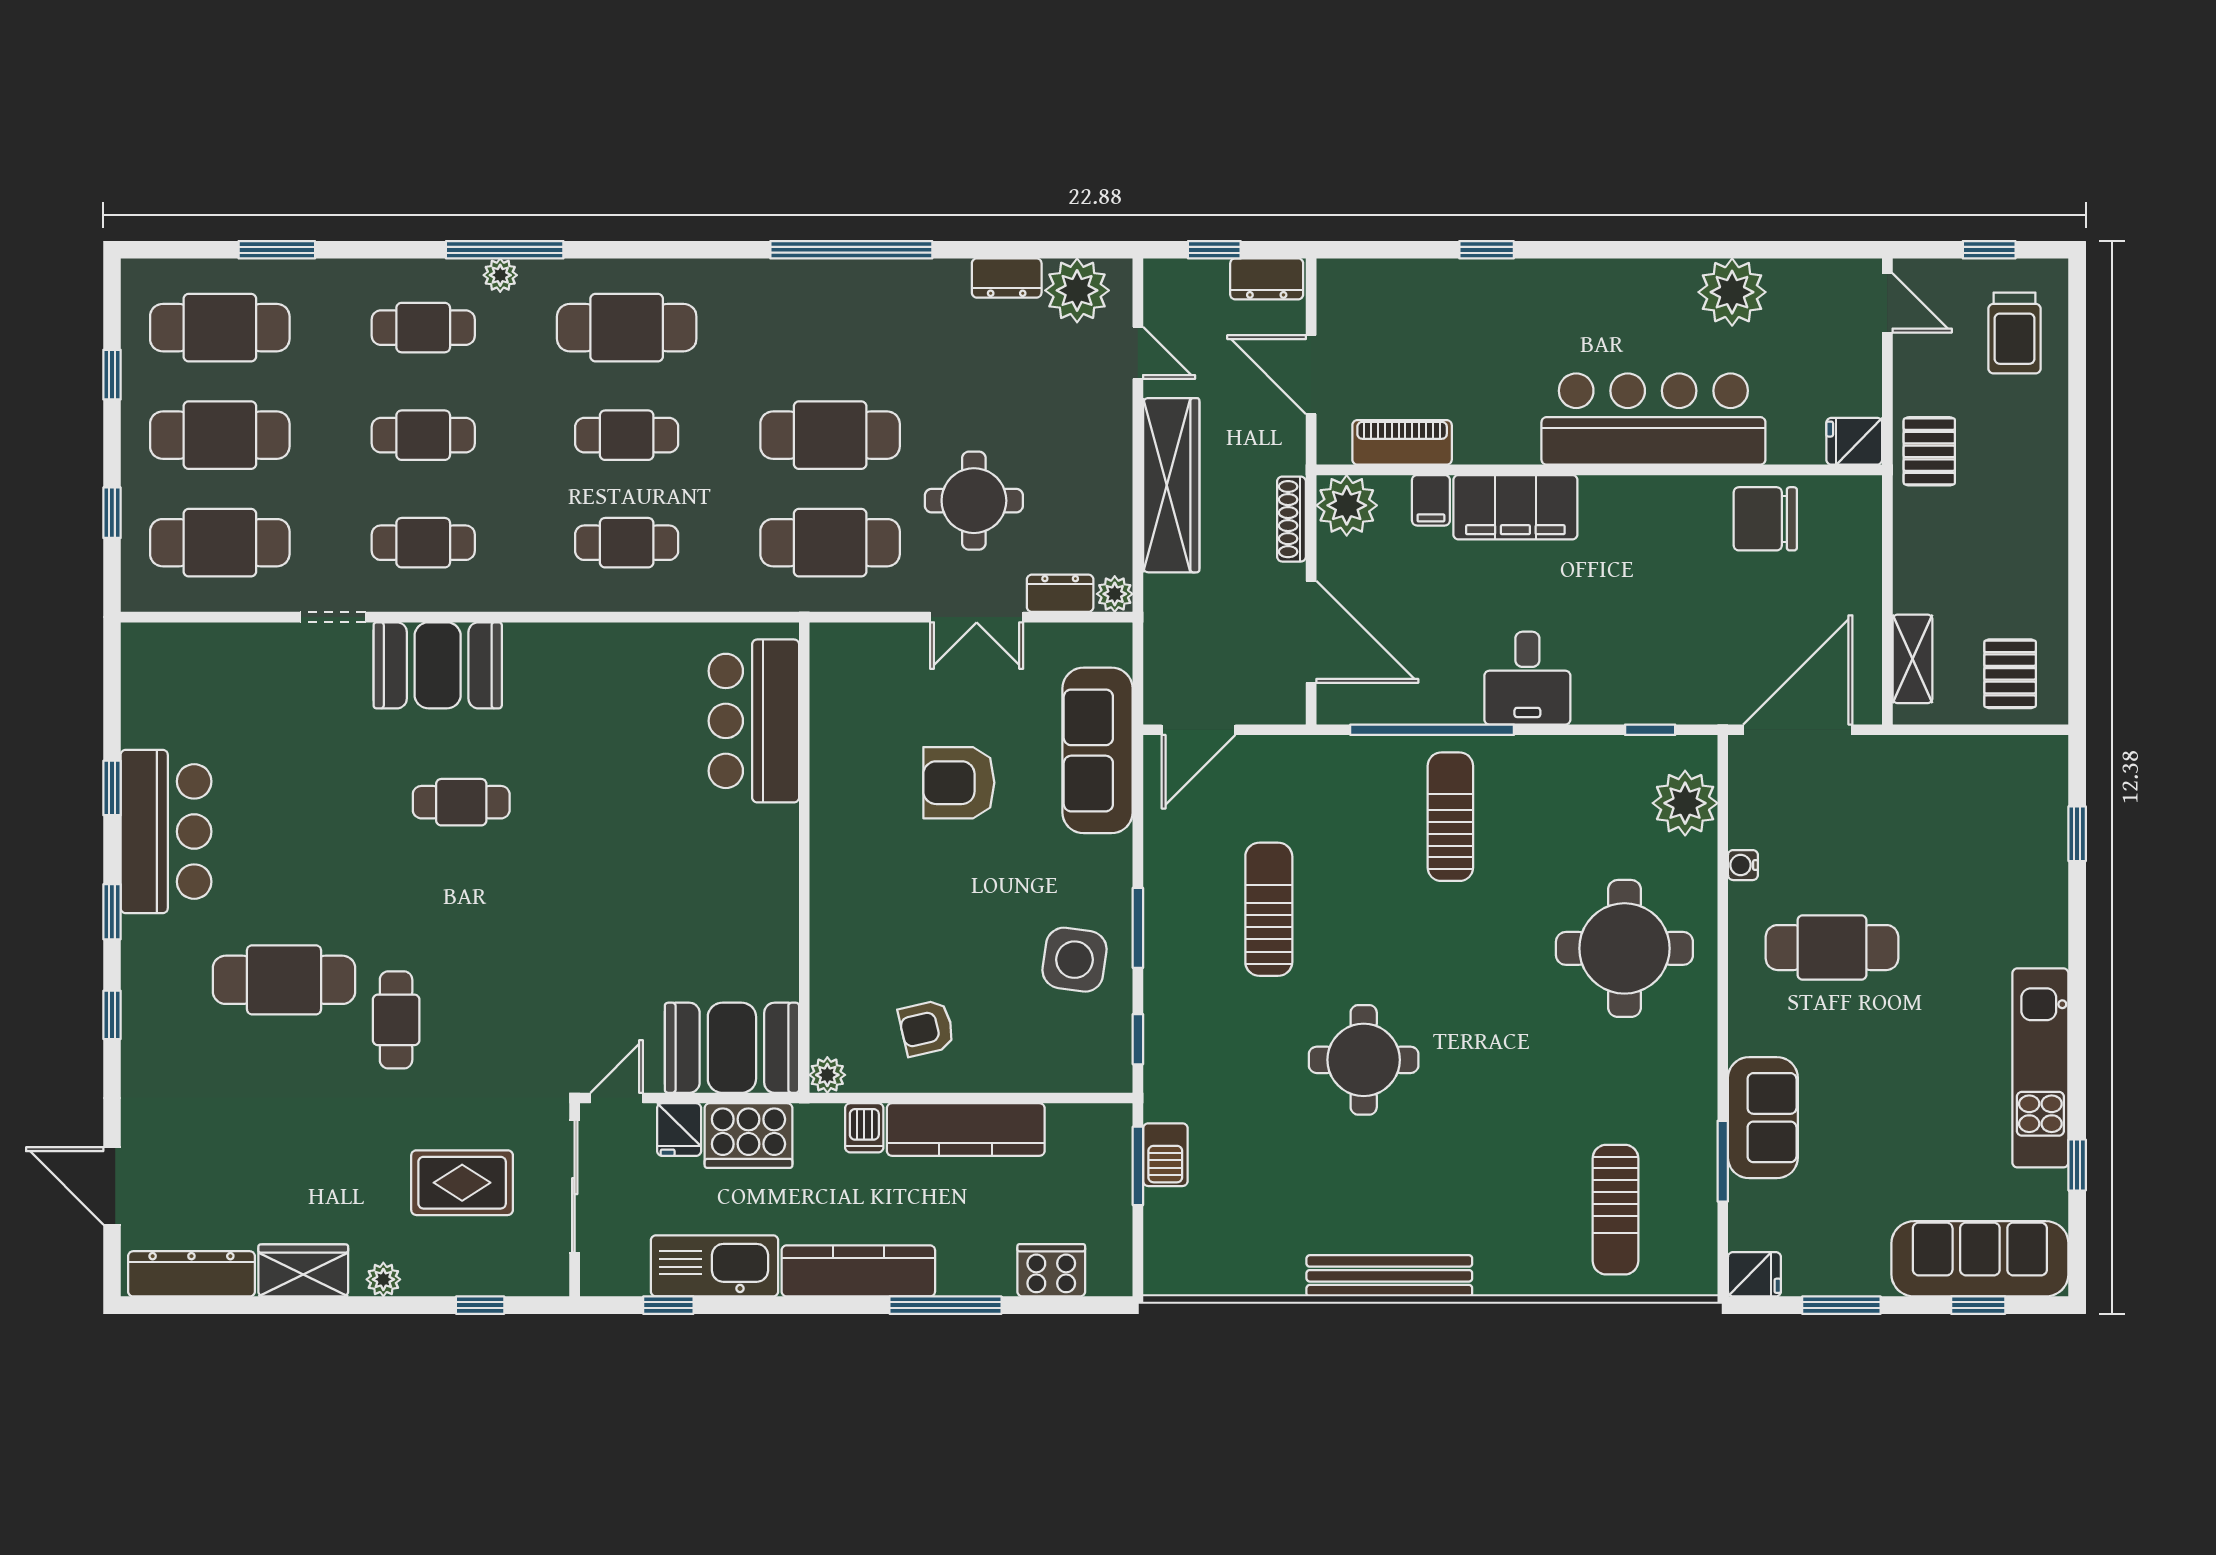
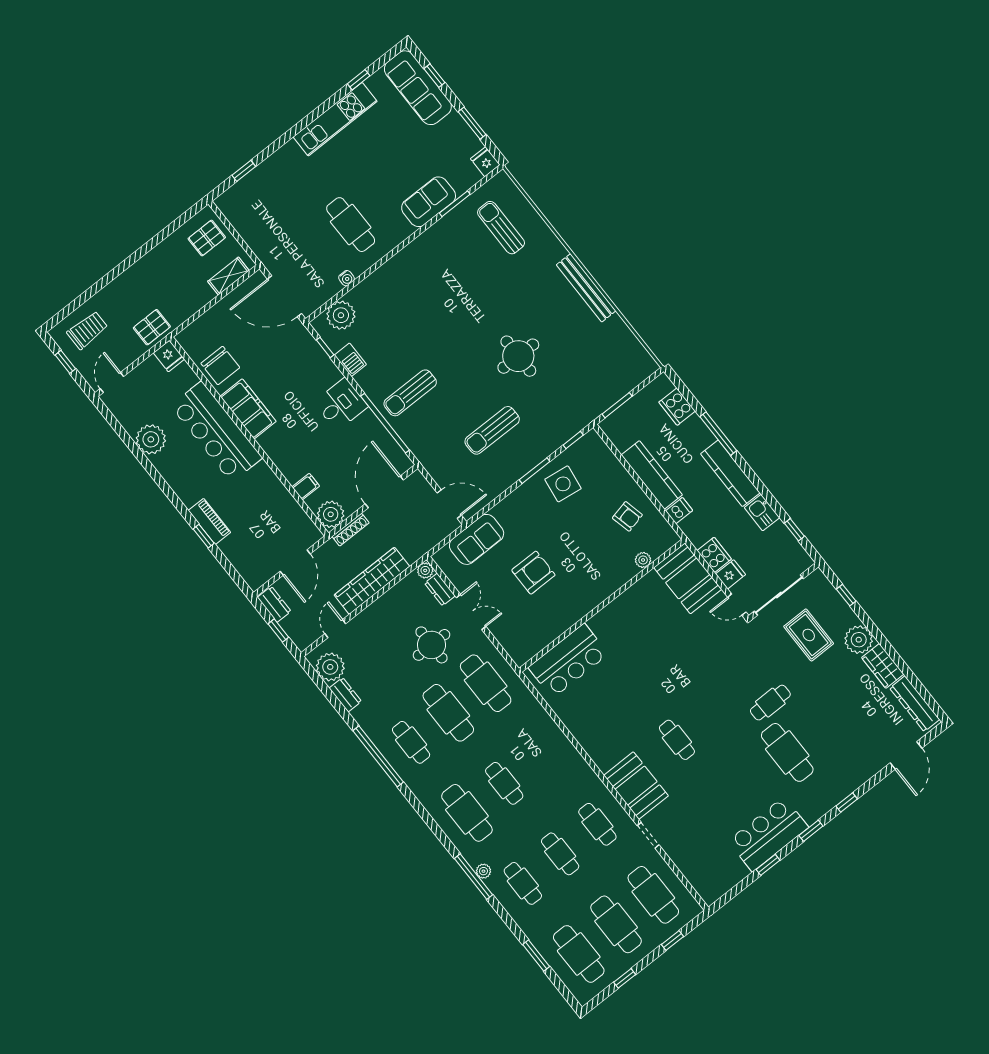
piano: (1402, 442) -> (209, 521), moved, turned 180
filing cabinet: (1515, 507) -> (248, 409), moved
cafe table: (627, 543) -> (411, 742), moved
sofa: (1098, 750) -> (477, 539), width x0.73
armchair: (959, 783) -> (533, 573), turned -90
round table: (1624, 948) -> (408, 296), removed
plant: (827, 1075) -> (643, 560), moved
cooker: (748, 1136) -> (714, 555), width x0.73, depth x0.76
barbecue: (1165, 1155) -> (350, 360), moved, turned 90
sun lounger: (1615, 1210) -> (501, 228), turned -90
kitchen sink: (715, 1266) -> (762, 513), width x0.53, depth x0.81
plant: (383, 1279) -> (859, 640), width x1.87, depth x1.87

